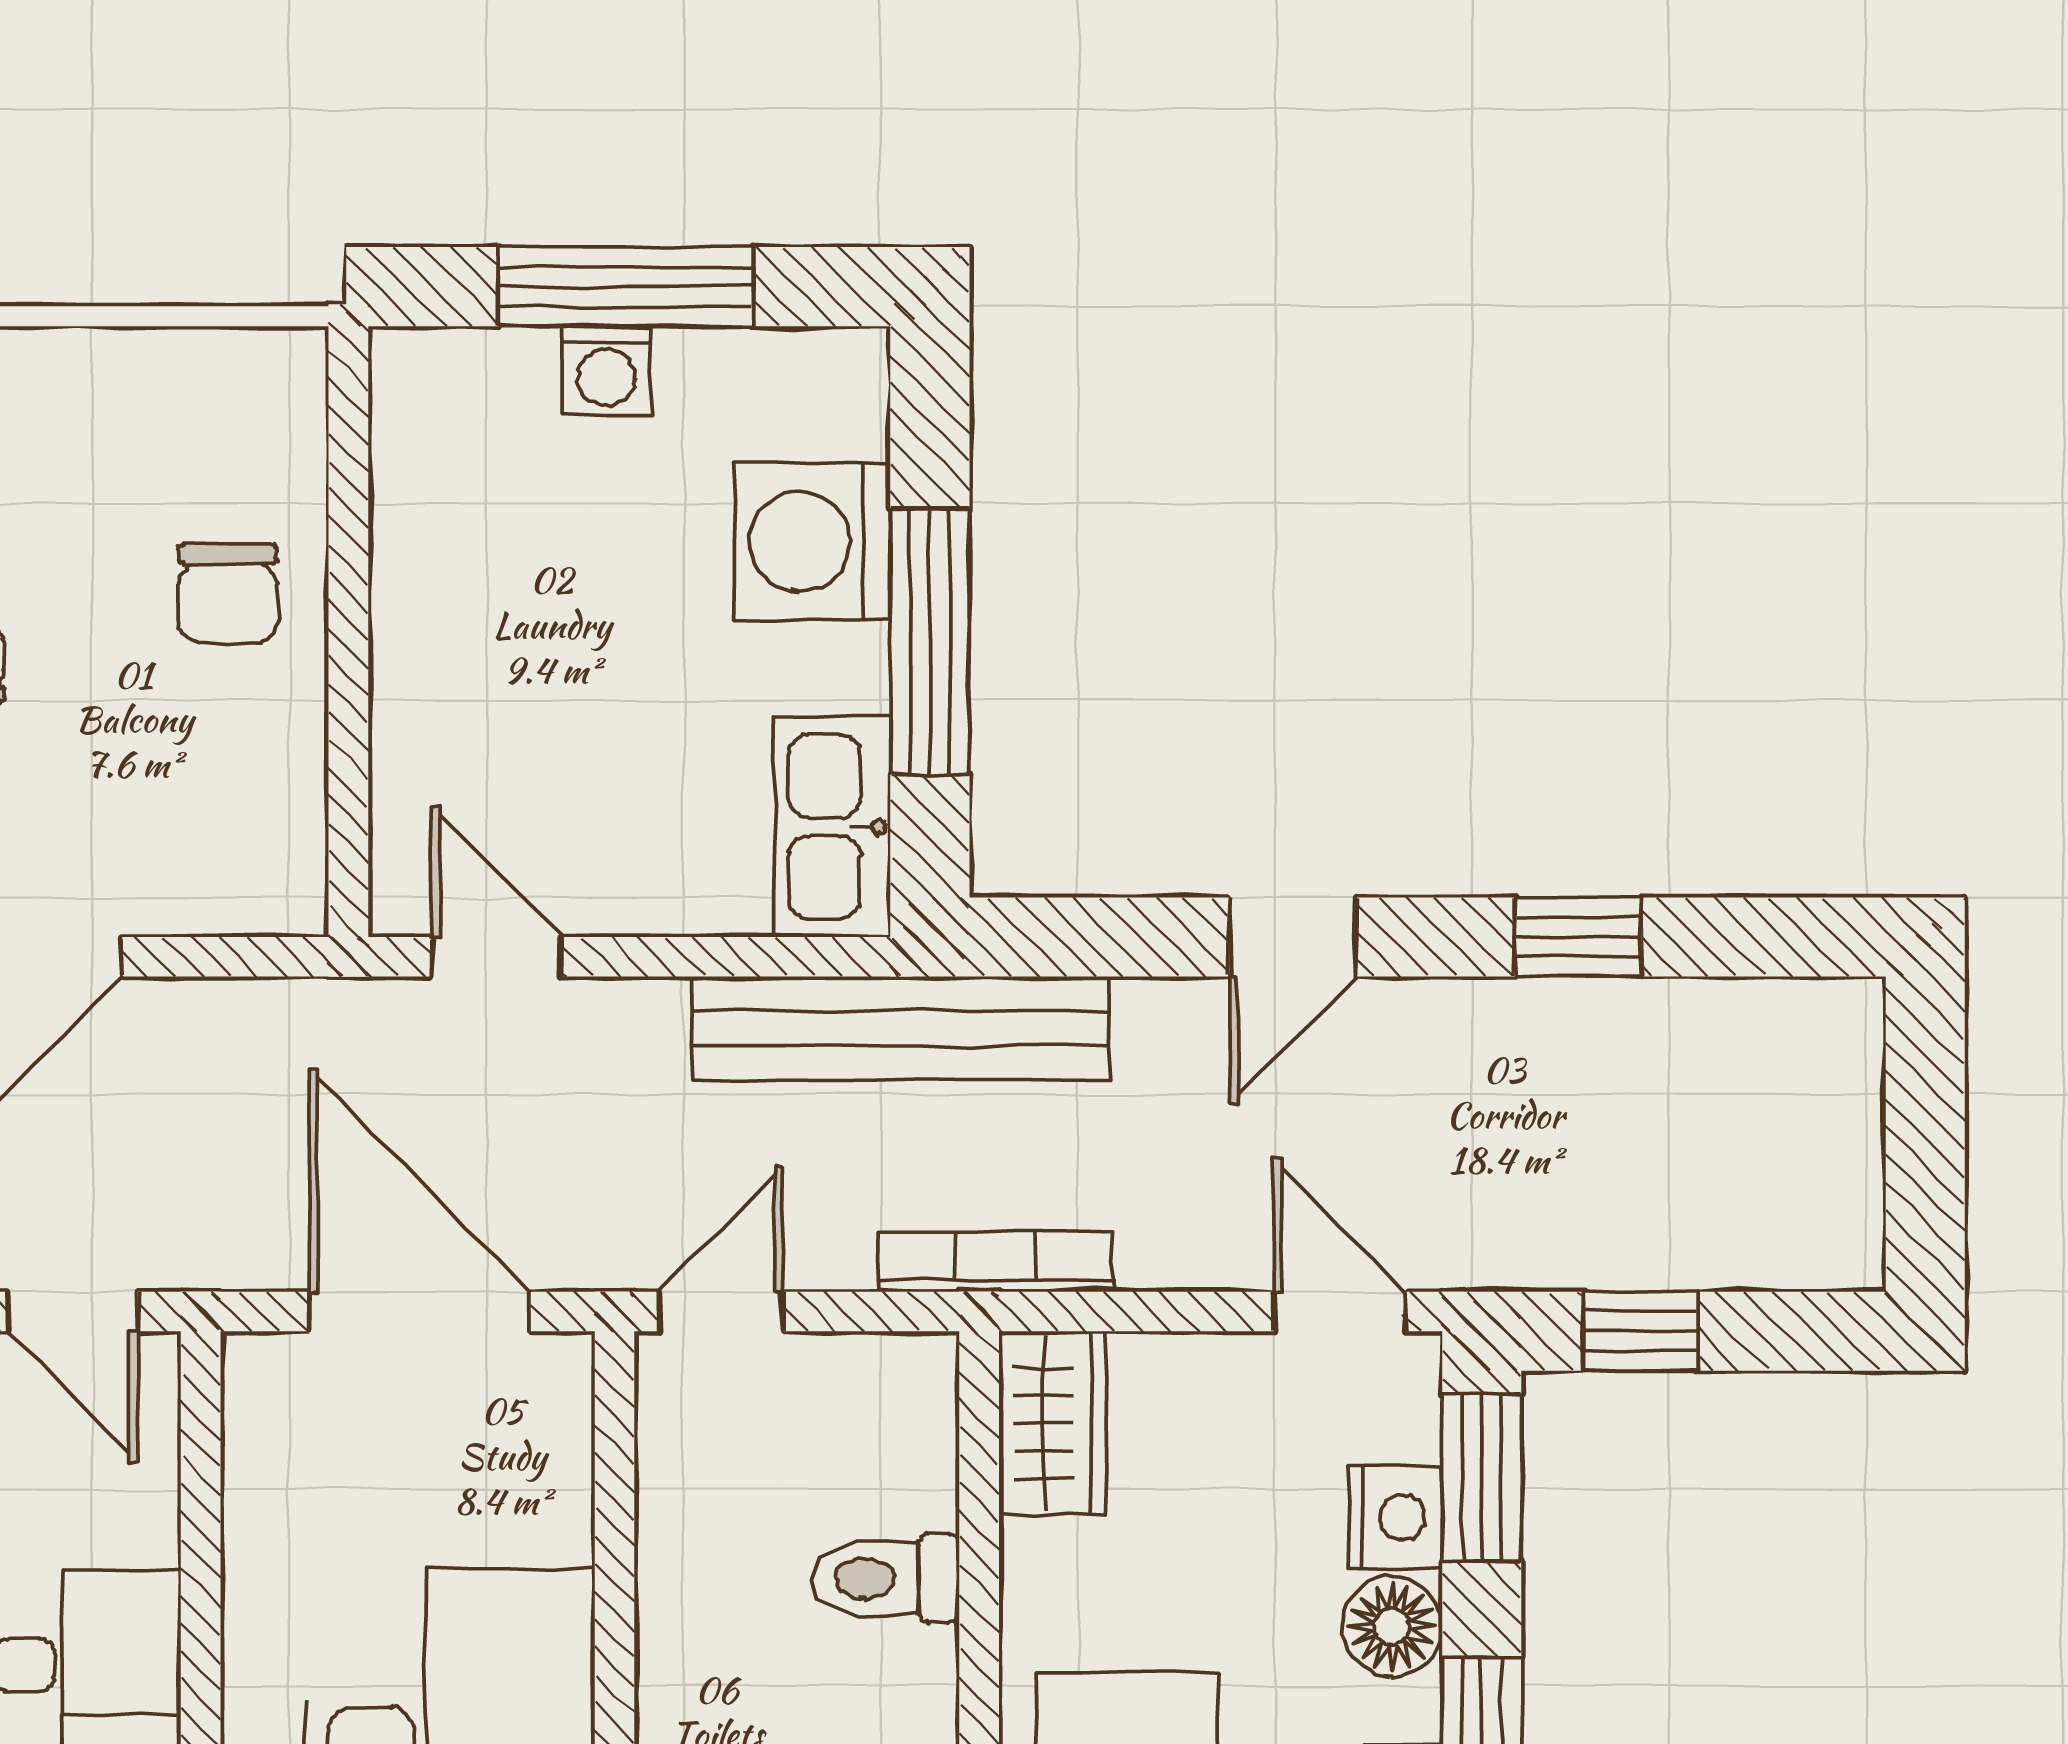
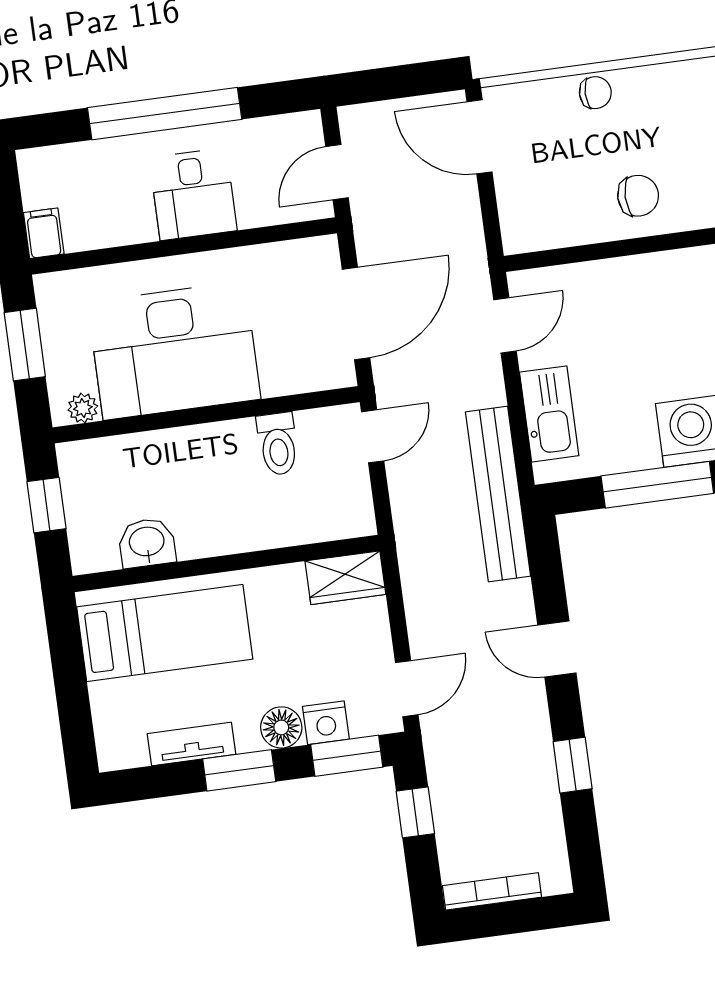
chair: (228, 594) -> (638, 196), turned 180
kitchen sink: (832, 827) -> (549, 414), moved, turned 90
bookcase: (995, 1262) -> (492, 891), moved, turned -90
door: (721, 1312) -> (373, 436), hinge flipped
toilet: (886, 1579) -> (278, 444), moved, turned 180

